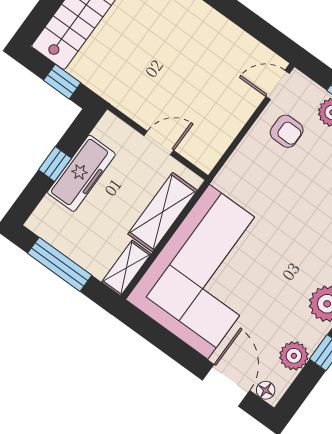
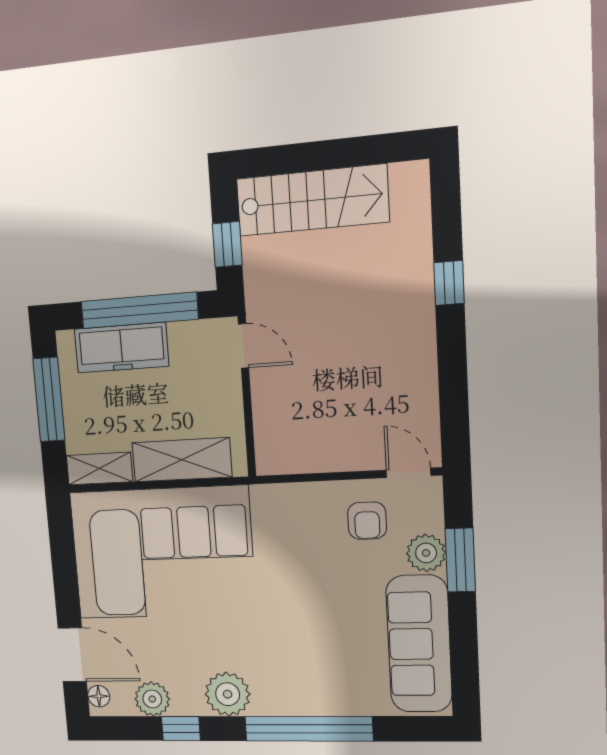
door: (159, 143) -> (244, 346), moved
window: (55, 164) -> (139, 310), width x3.17
freezer: (81, 173) -> (121, 348), moved
door: (226, 385) -> (72, 655), hinge flipped

